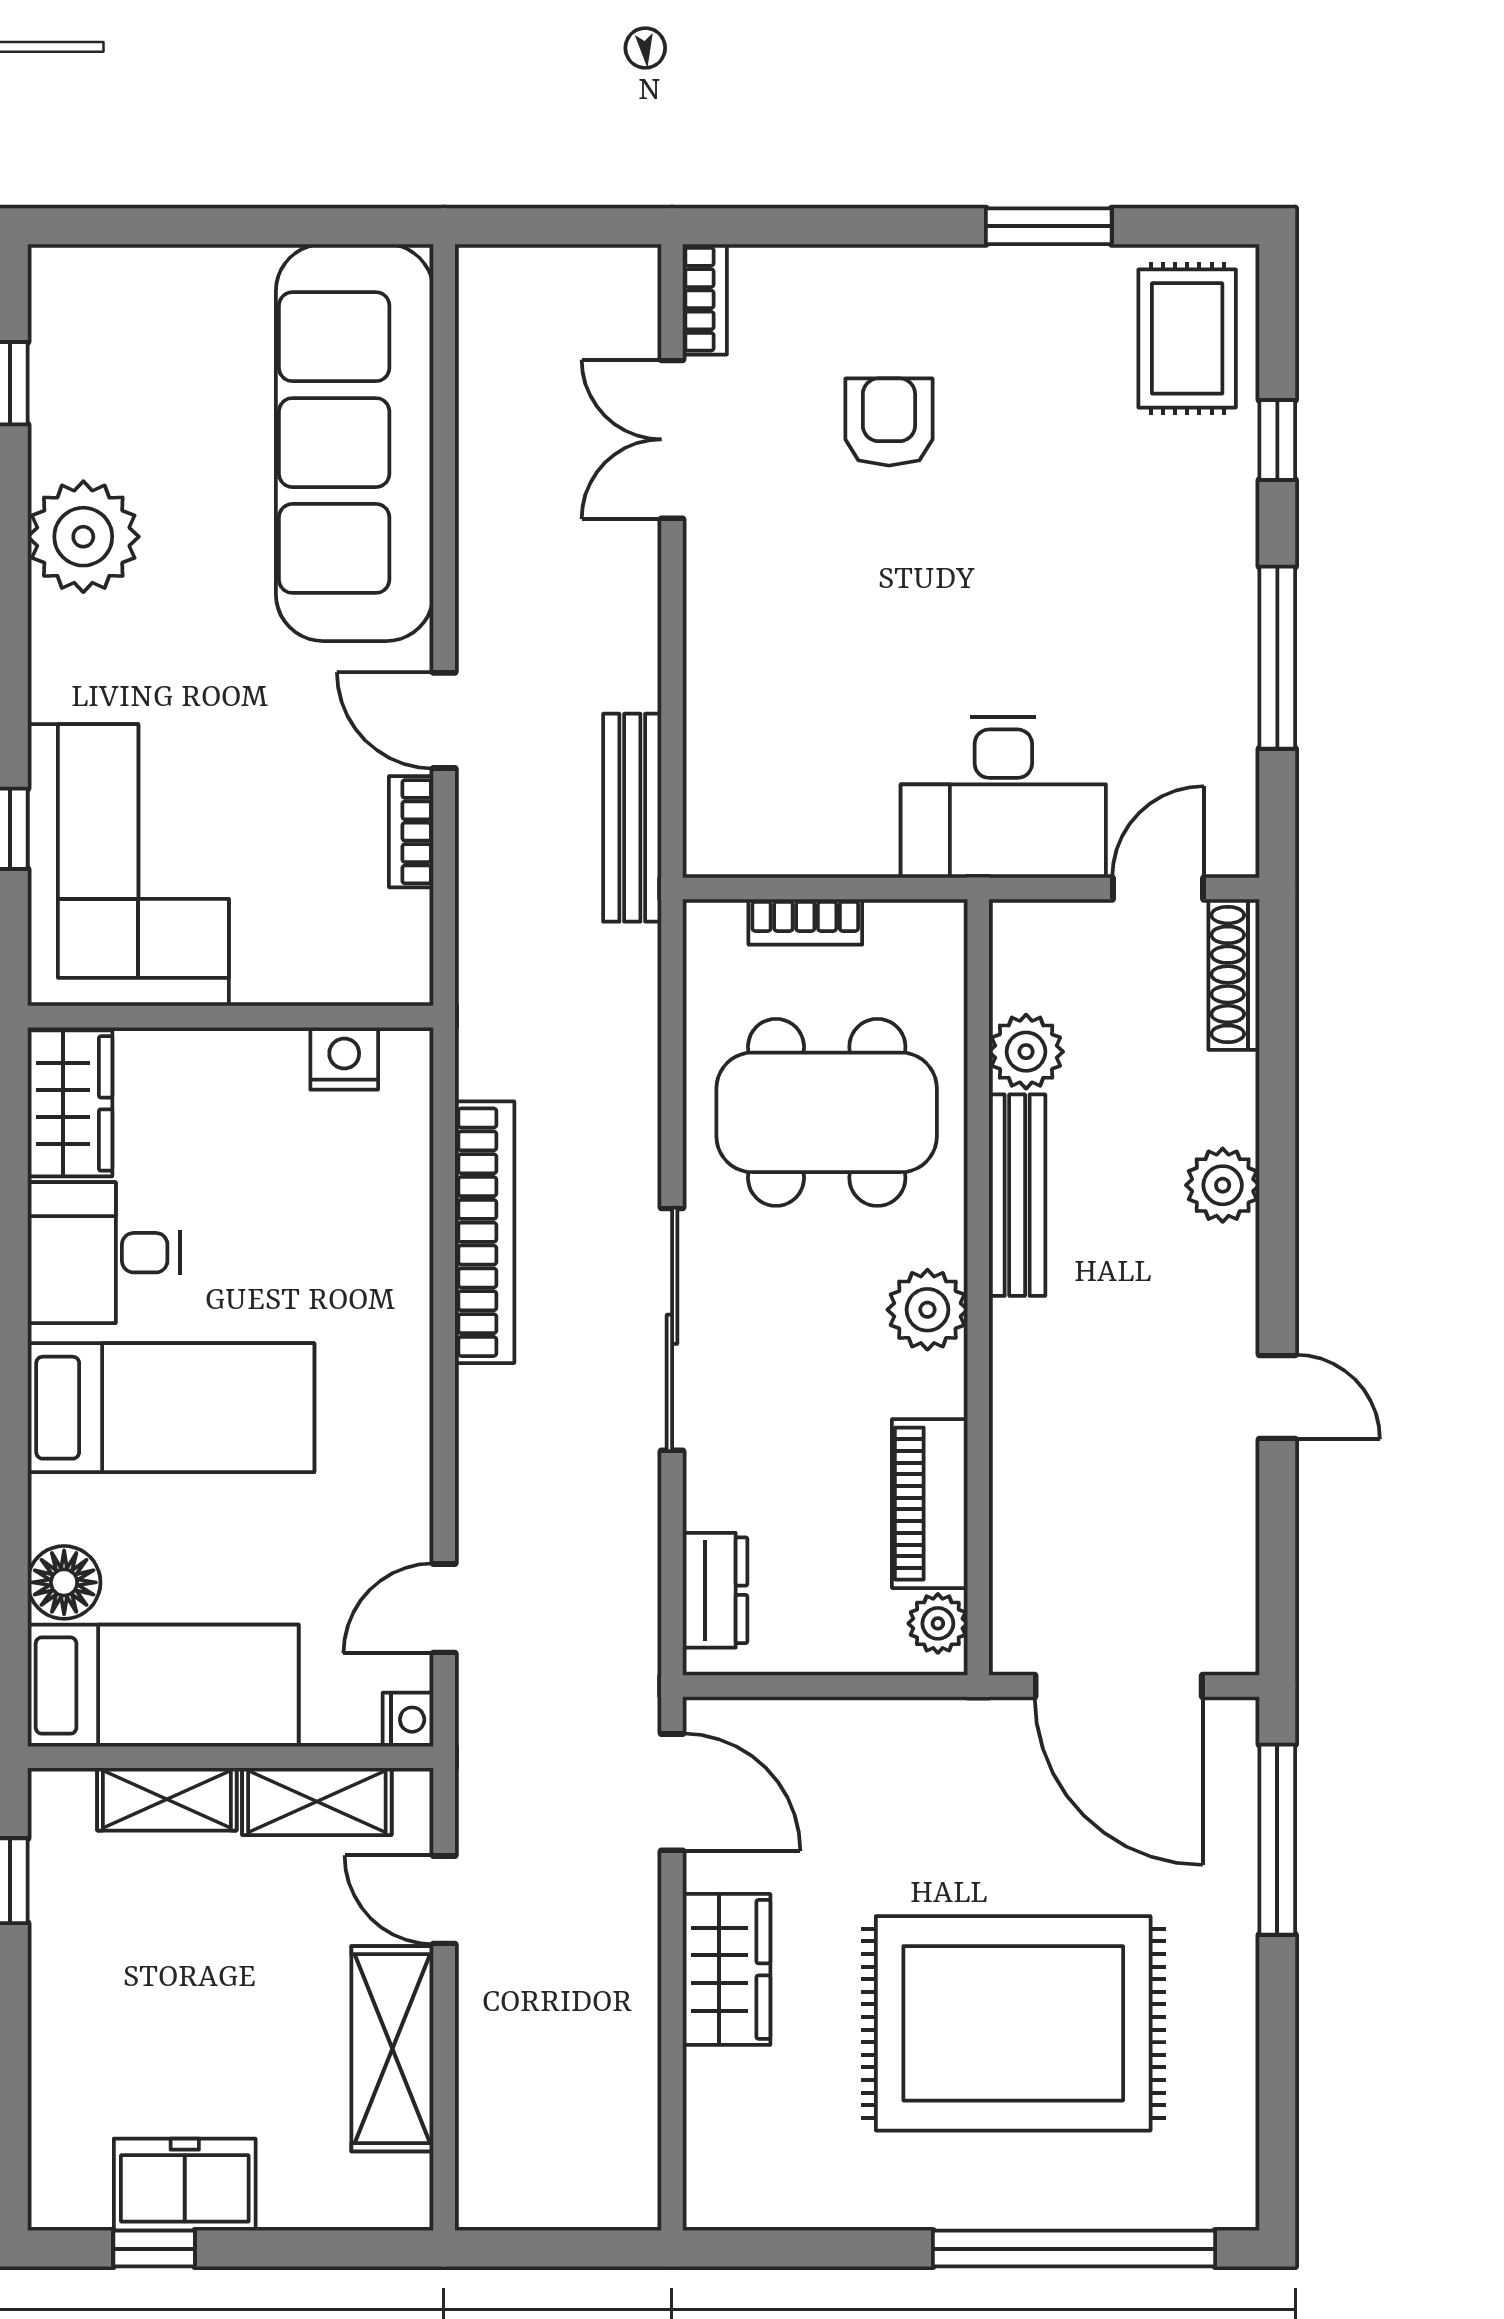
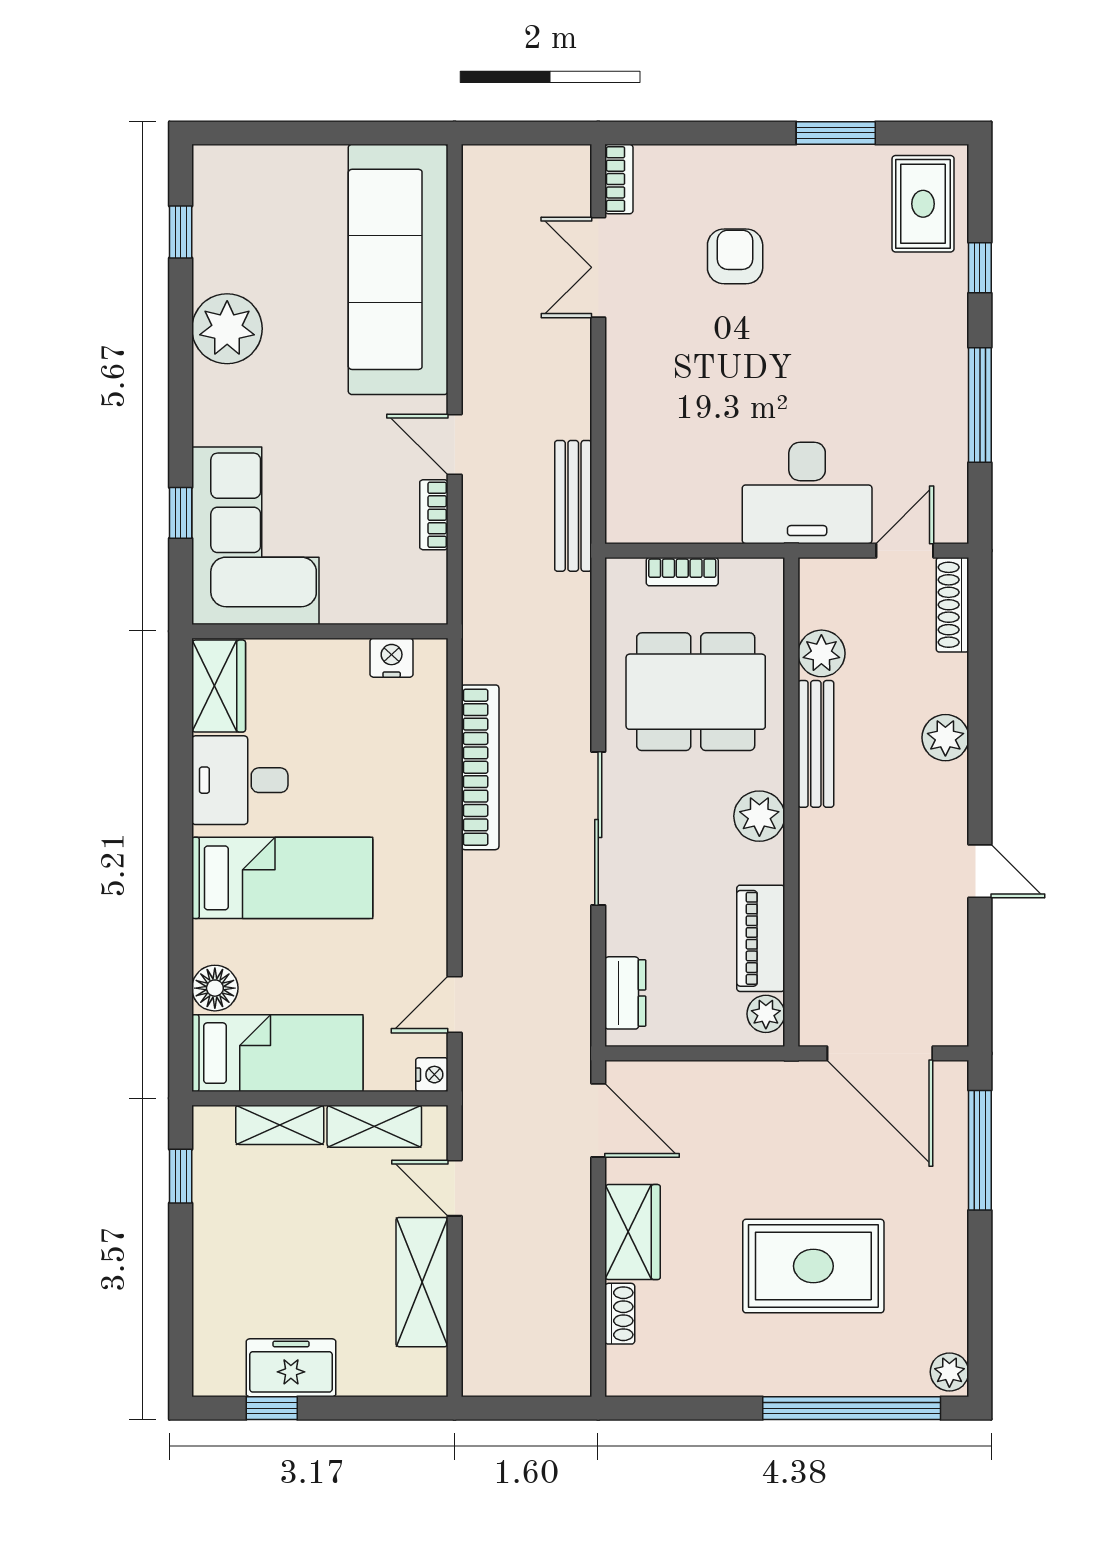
rug: (1013, 2023) -> (813, 1266), width x0.73, depth x0.69
shoe rack: (706, 2099) -> (620, 1314), added
plant: (1229, 2191) -> (949, 1372), added

